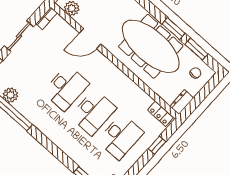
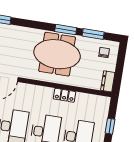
meeting table: (151, 46) -> (57, 54), width x0.73
locker: (161, 114) -> (65, 95), moved

